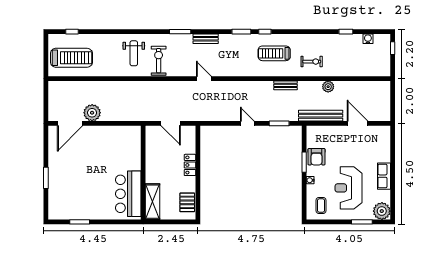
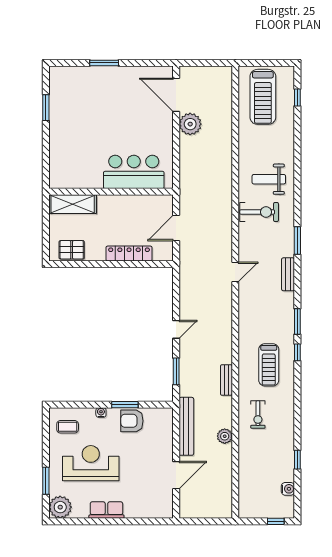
treadmill: (274, 53) -> (269, 365), turned 180
locker: (190, 165) -> (129, 254), width x1.53
bar counter: (128, 194) -> (134, 172), moved

